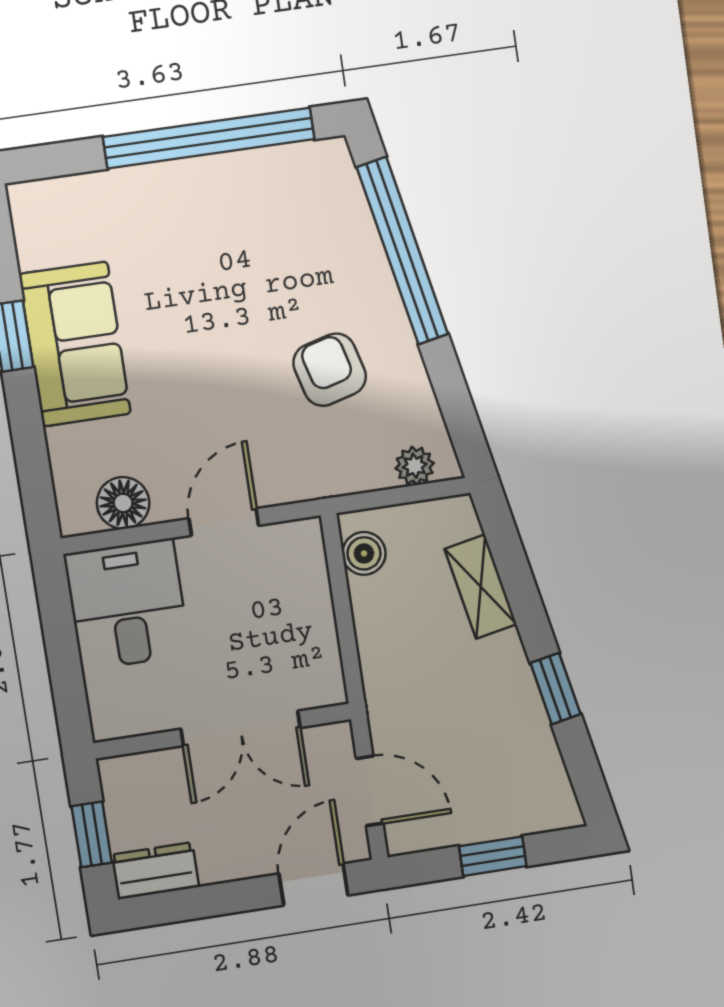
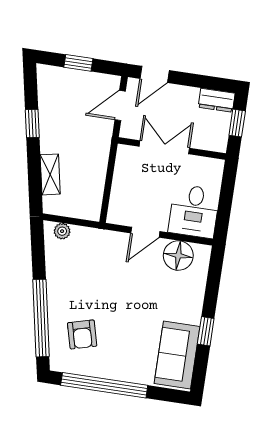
sofa: (75, 344) -> (177, 355), moved
armchair: (330, 370) -> (82, 334), moved
floor lamp: (123, 503) -> (178, 256), width x1.38, depth x1.38
boiler: (364, 553) -> (93, 202), removed
door: (370, 791) -> (120, 105), hinge flipped

